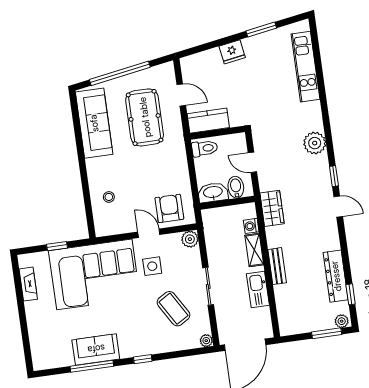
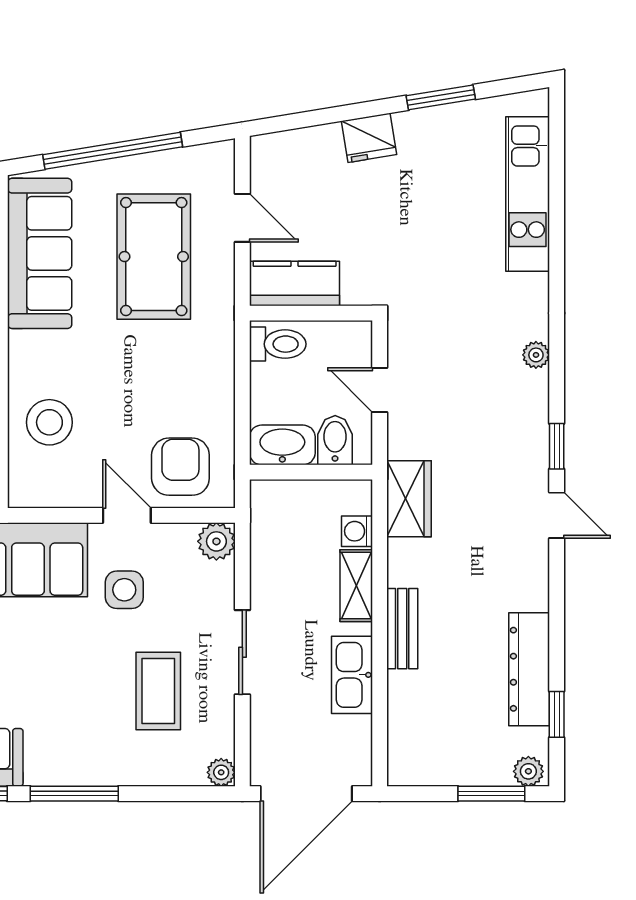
plant: (315, 143) -> (536, 355), width x0.53, depth x0.53
stool: (109, 197) -> (49, 422), width x1.89, depth x1.89
coffee table: (173, 309) -> (158, 691), turned 31
window: (143, 359) -> (74, 794), width x2.17

